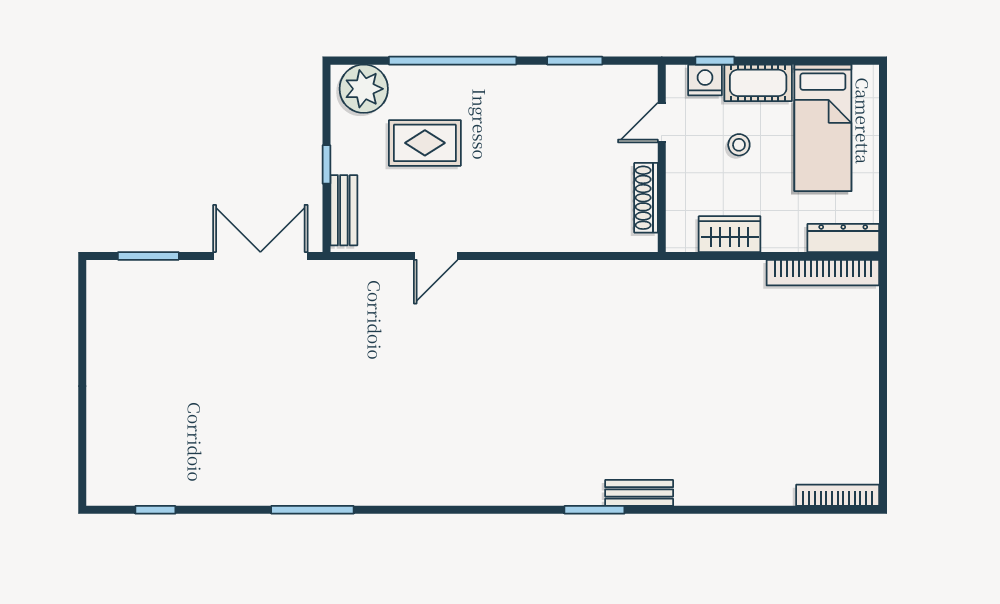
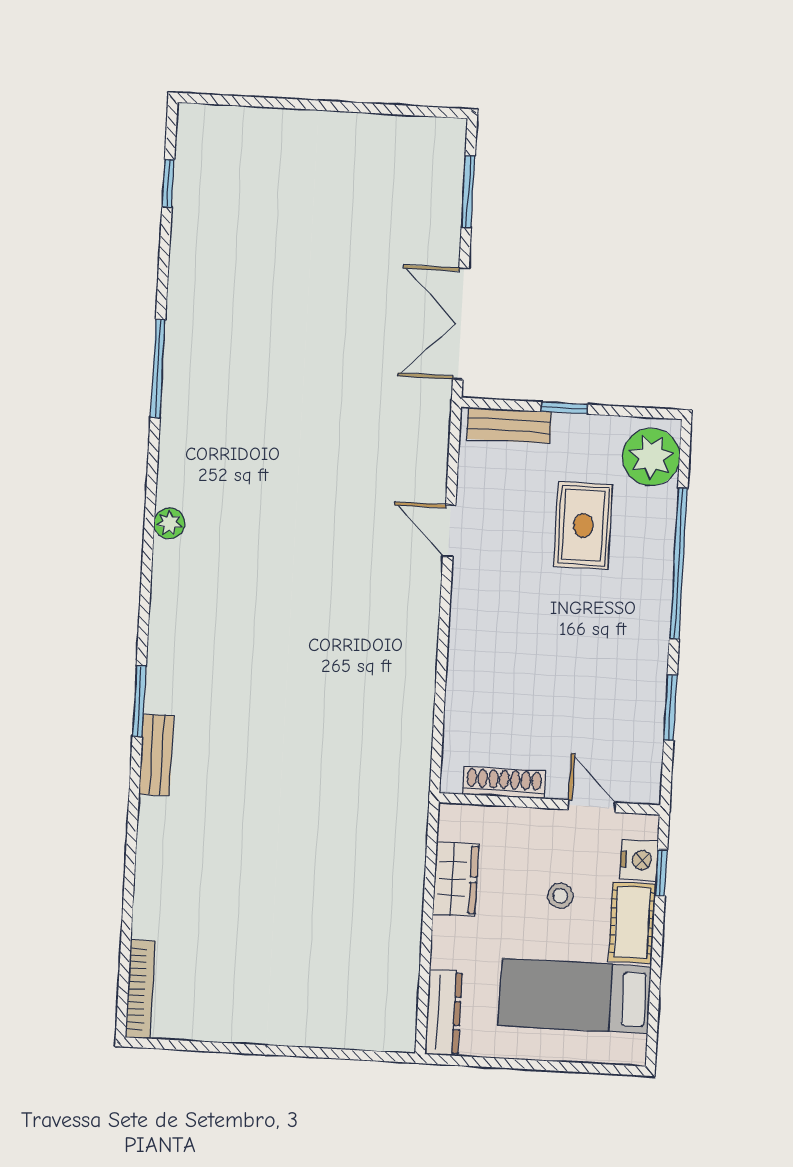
double door: (260, 256) -> (461, 324), swing flipped
bookcase: (823, 273) -> (404, 986), removed
plant: (443, 493) -> (169, 523), added

